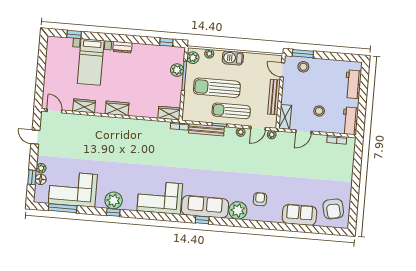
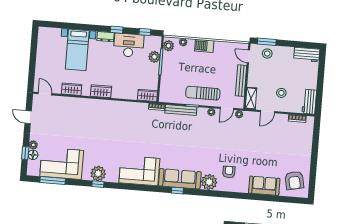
window: (74, 34) -> (117, 30), moved
desk: (148, 57) -> (129, 45), added
workbench: (353, 84) -> (307, 55), moved, turned -90
sun lounger: (217, 88) -> (190, 72), removed

